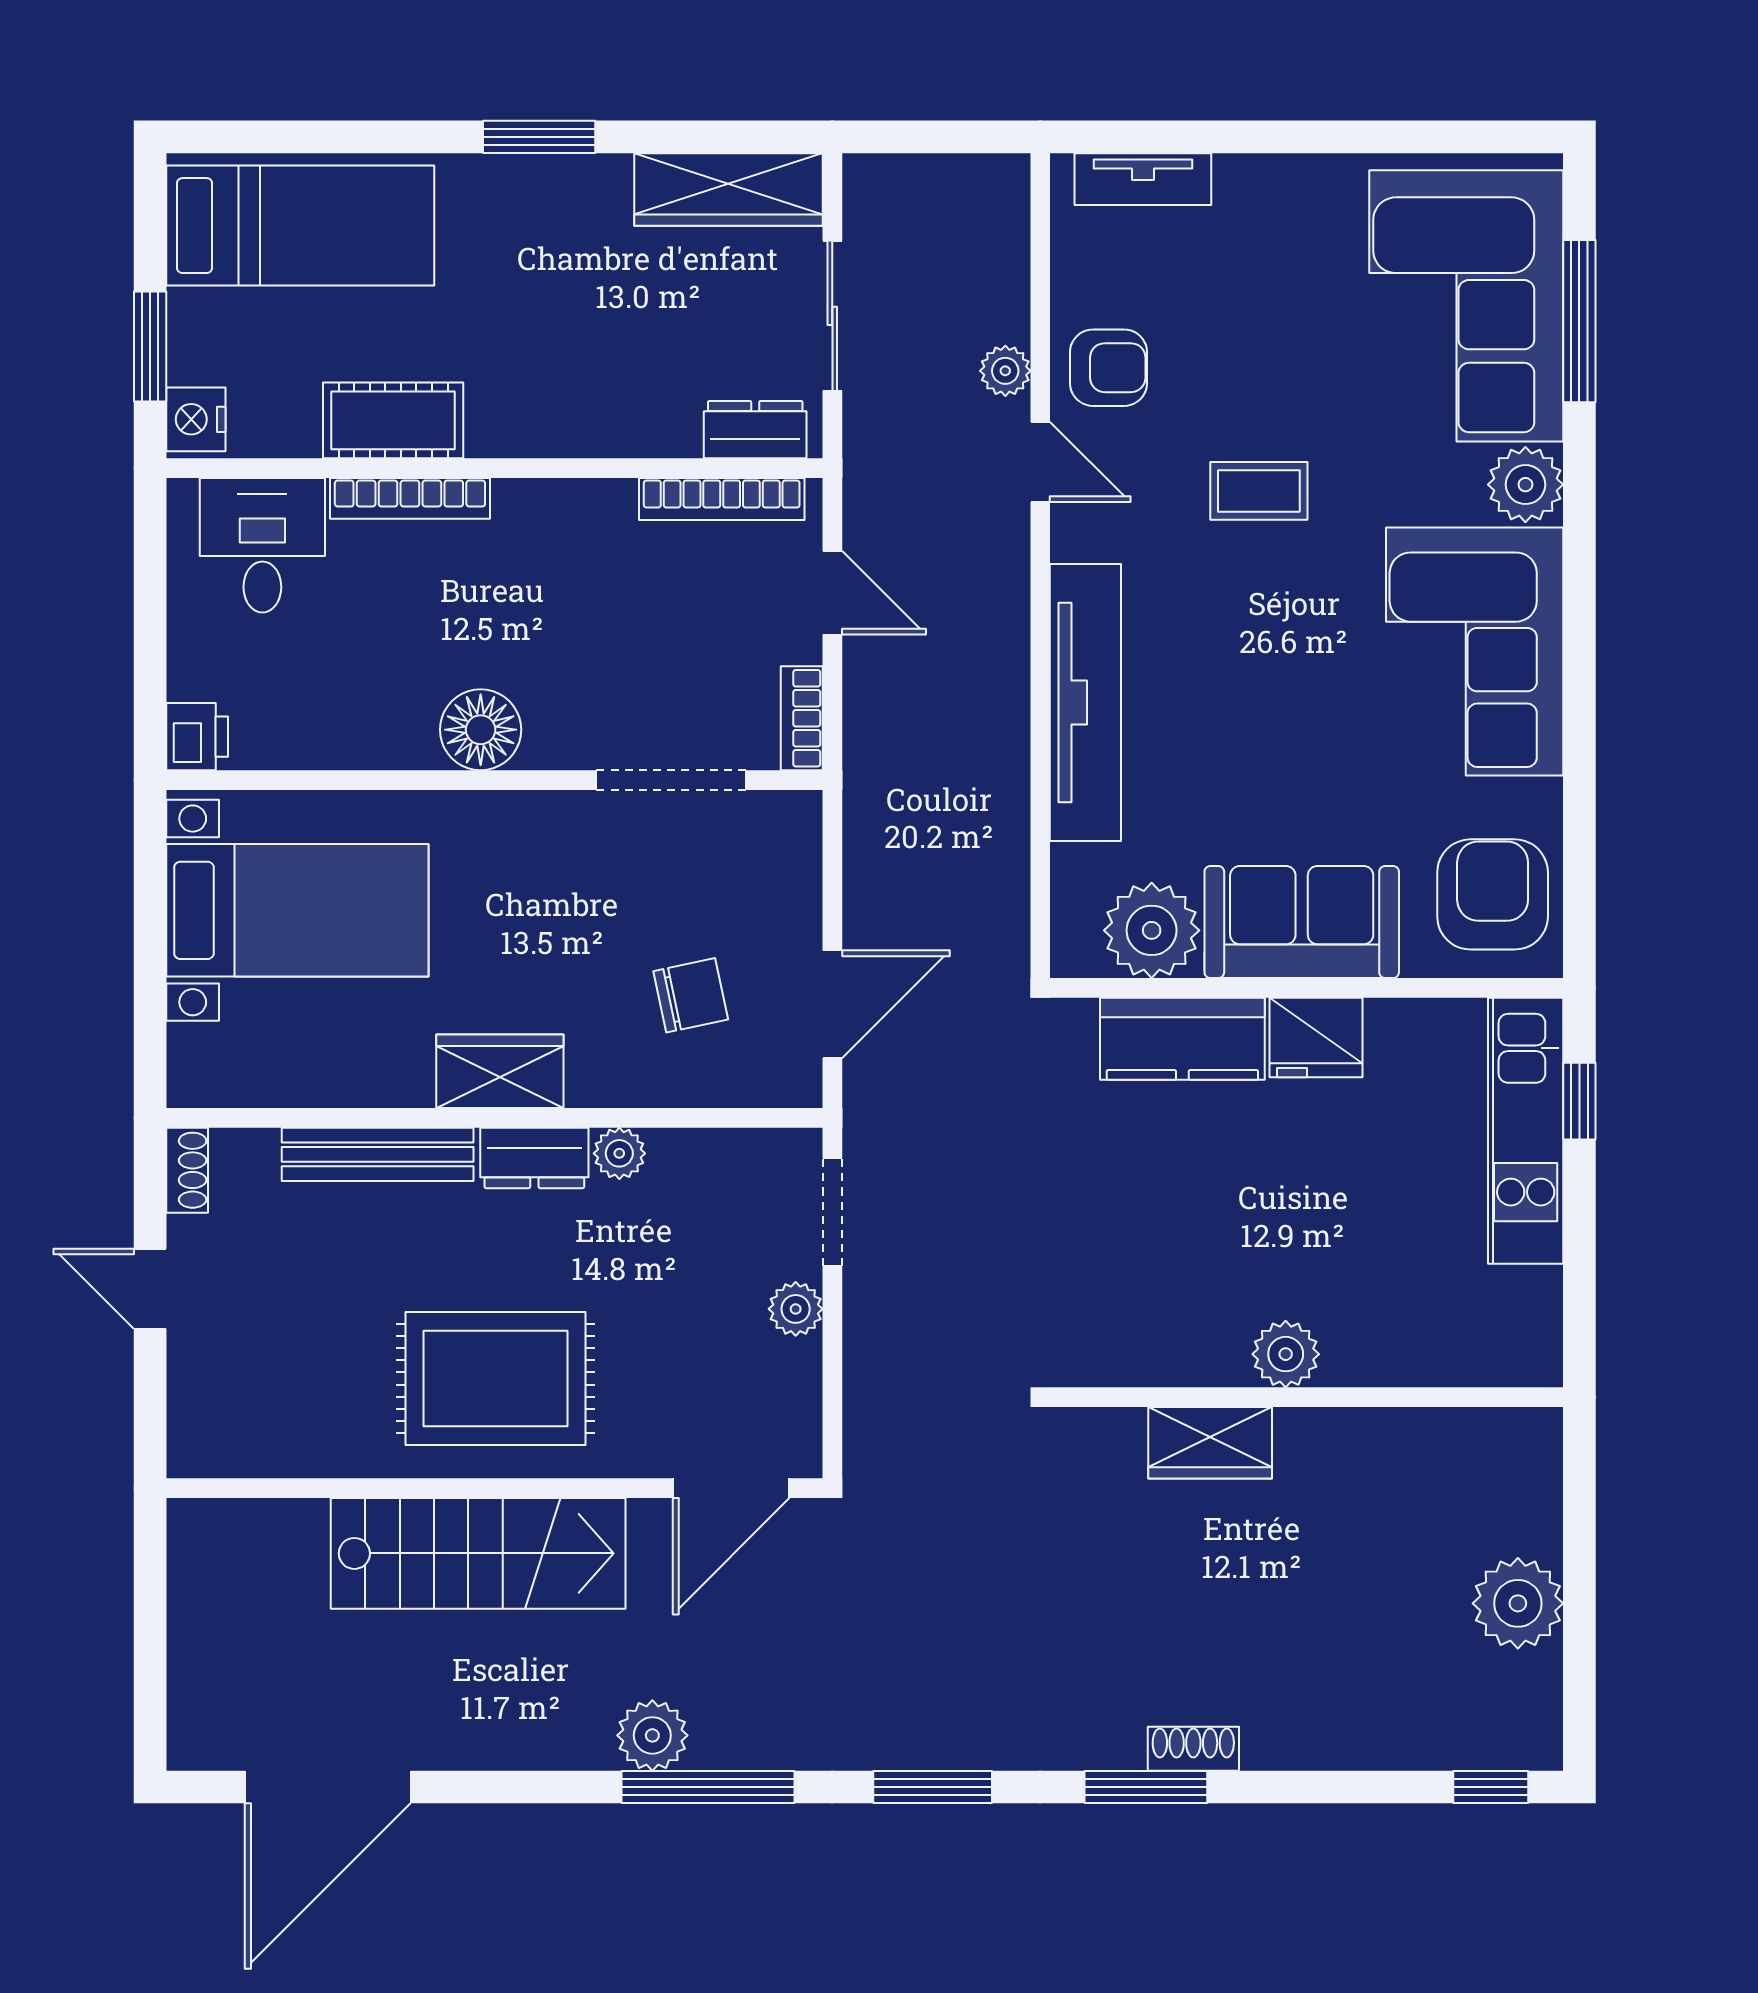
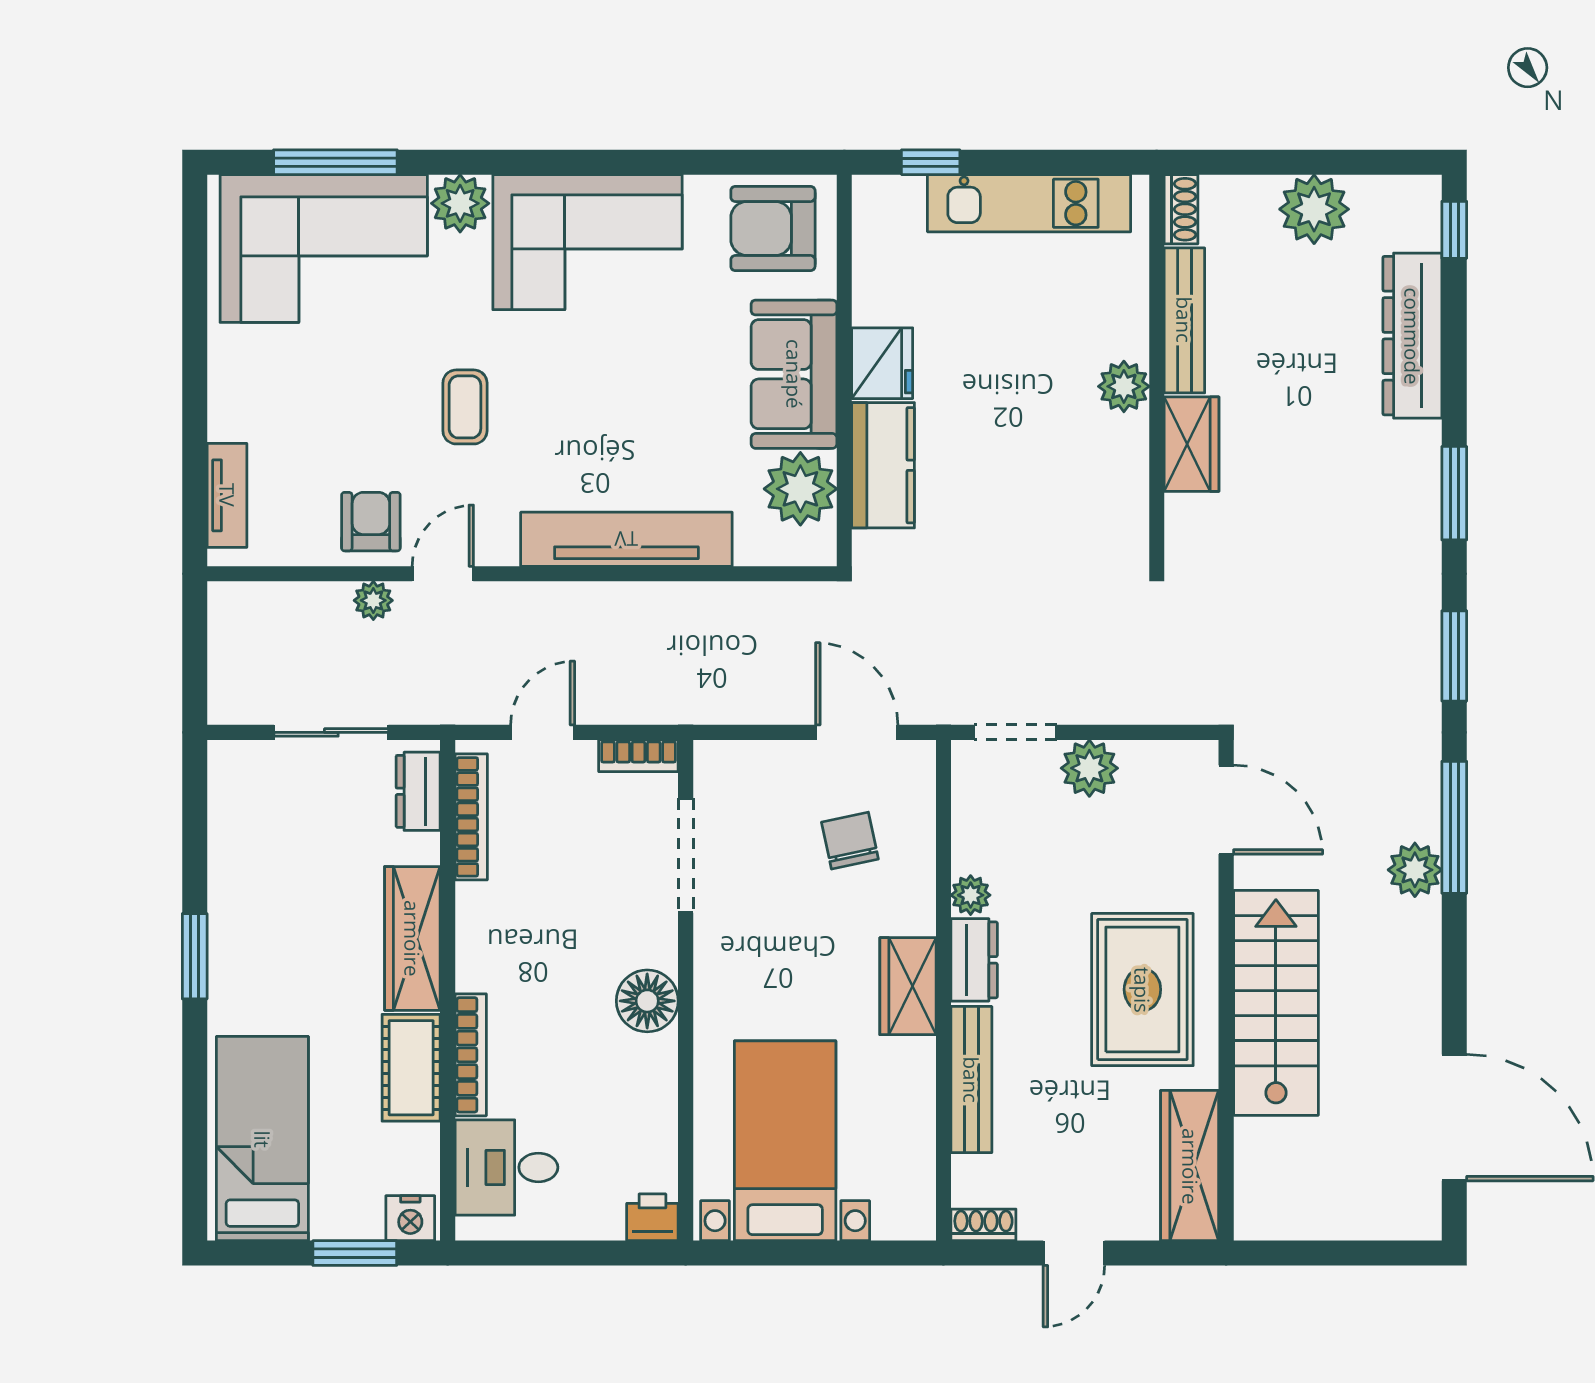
wardrobe: (728, 190) -> (412, 938), moved, turned 180
kitchen unit: (1526, 1131) -> (1029, 203), moved
plant: (796, 1309) -> (1089, 768), width x1.38, depth x1.38
bench: (1372, 1434) -> (1184, 320), added
wardrobe: (265, 1440) -> (1190, 1166), added
dresser: (1352, 1732) -> (1412, 336), added
shoe rack: (1193, 1749) -> (1181, 209), moved, turned 180

